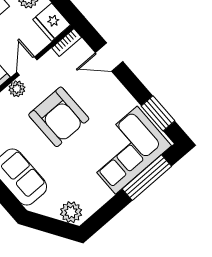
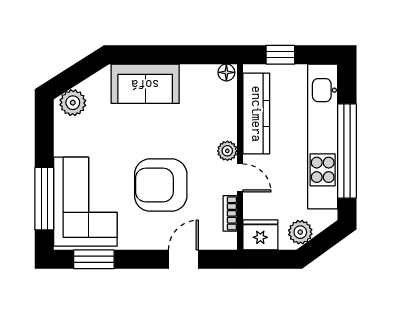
bookcase: (67, 42) -> (230, 213), moved
armchair: (59, 117) -> (161, 185), moved

